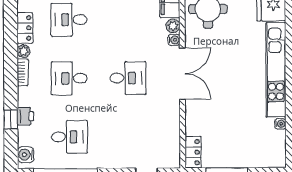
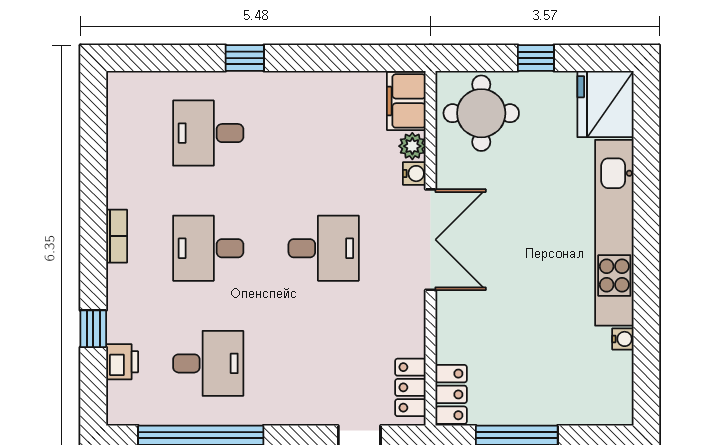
locker: (25, 28) -> (410, 387), moved, turned 180
plant: (24, 51) -> (119, 195), removed
printer: (26, 116) -> (122, 362), moved
water cooler: (26, 155) -> (122, 398), removed

